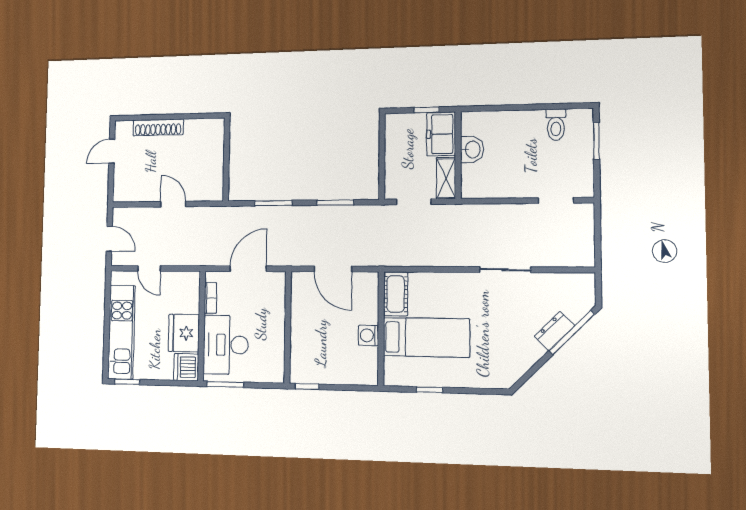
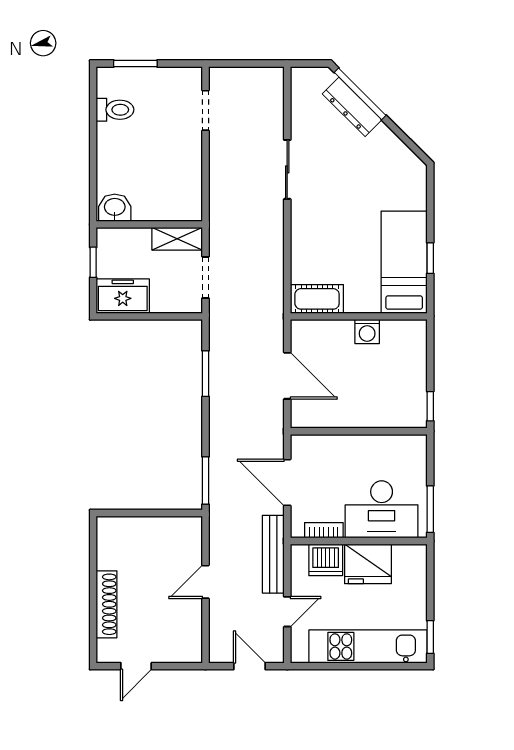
freezer: (441, 134) -> (123, 296), moved, turned 180
washbasin: (472, 149) -> (115, 208), moved
door: (112, 151) -> (136, 666), hinge flipped
window: (273, 203) -> (206, 480), moved
door: (109, 239) -> (249, 666), hinge flipped
bench: (193, 257) -> (273, 554), added
door: (333, 269) -> (287, 376), hinge flipped
dresser: (554, 331) -> (352, 107), width x1.44
bed: (426, 337) -> (404, 262), moved
dishwasher: (186, 367) -> (326, 560), moved

